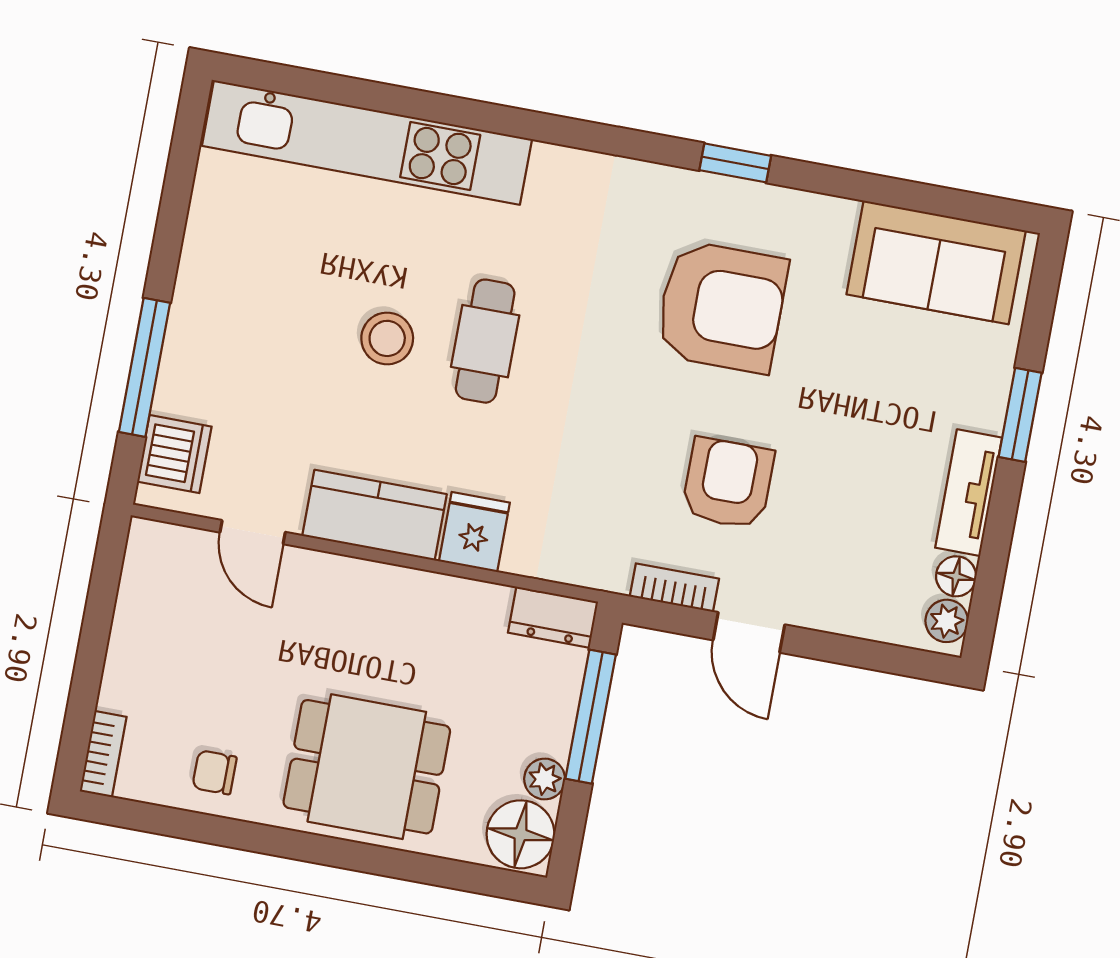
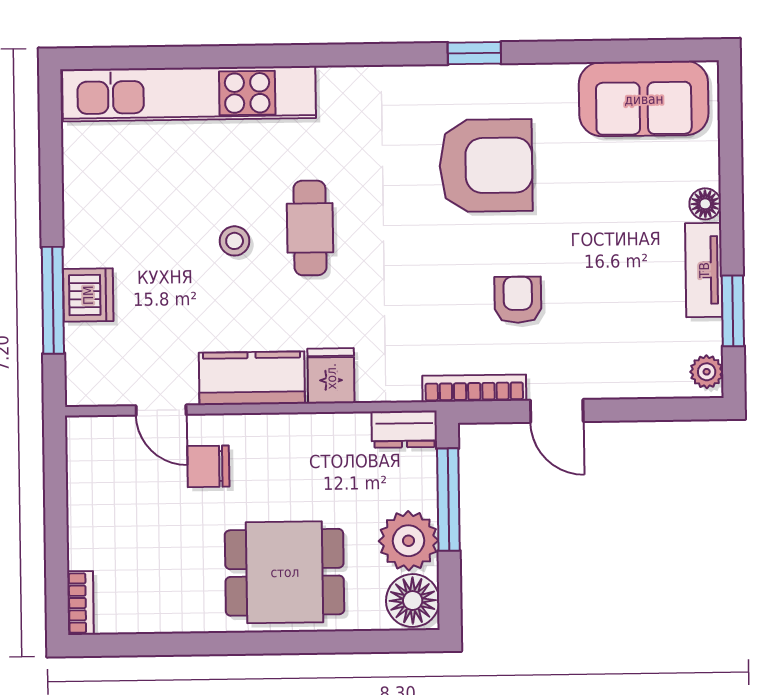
stool: (387, 338) -> (235, 241), width x0.73, depth x0.73
window: (1020, 415) -> (733, 311), moved
dishwasher: (174, 454) -> (88, 295), moved
armchair: (728, 483) -> (518, 300), width x0.72, depth x0.72
floor lamp: (956, 576) -> (705, 204), moved
bookcase: (674, 588) -> (474, 388), width x1.56
chair: (215, 772) -> (208, 466), moved, width x1.37, depth x1.37
plant: (545, 779) -> (408, 541), width x1.88, depth x1.88

